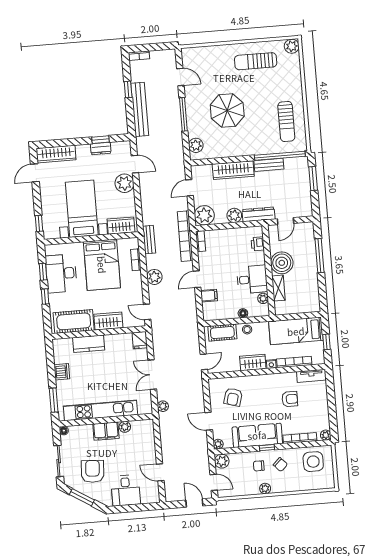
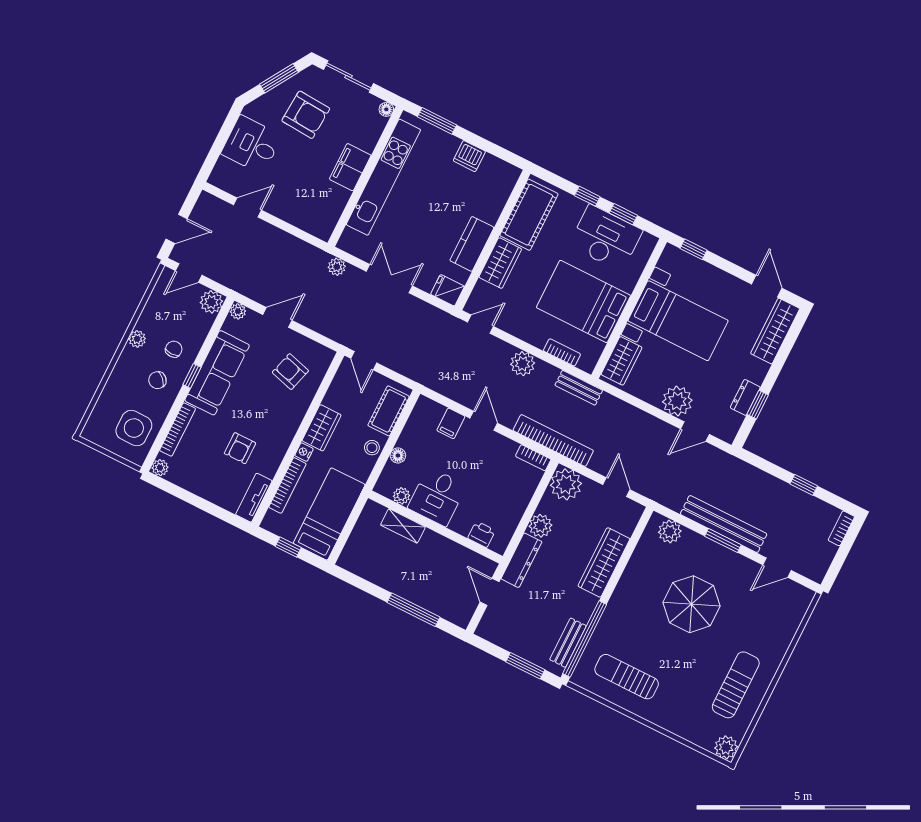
bench: (140, 109) -> (724, 524), moved
window: (183, 114) -> (723, 540), width x0.69
bench: (269, 165) -> (568, 643), moved
boiler: (282, 263) -> (435, 552), removed
kitchen counter: (89, 344) -> (472, 244), moved
plant: (125, 427) -> (340, 197), removed

